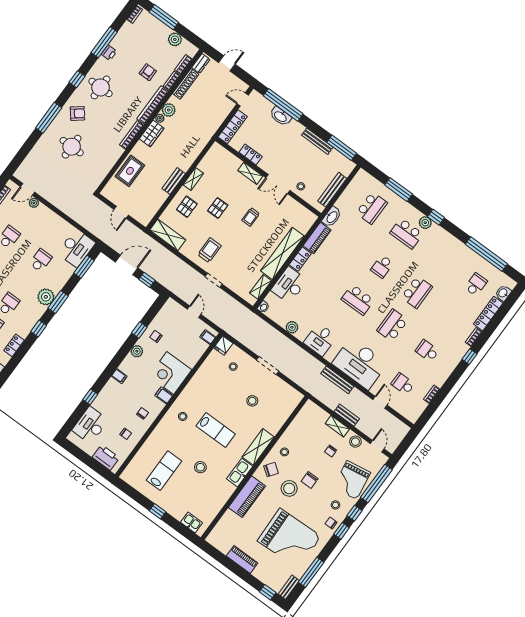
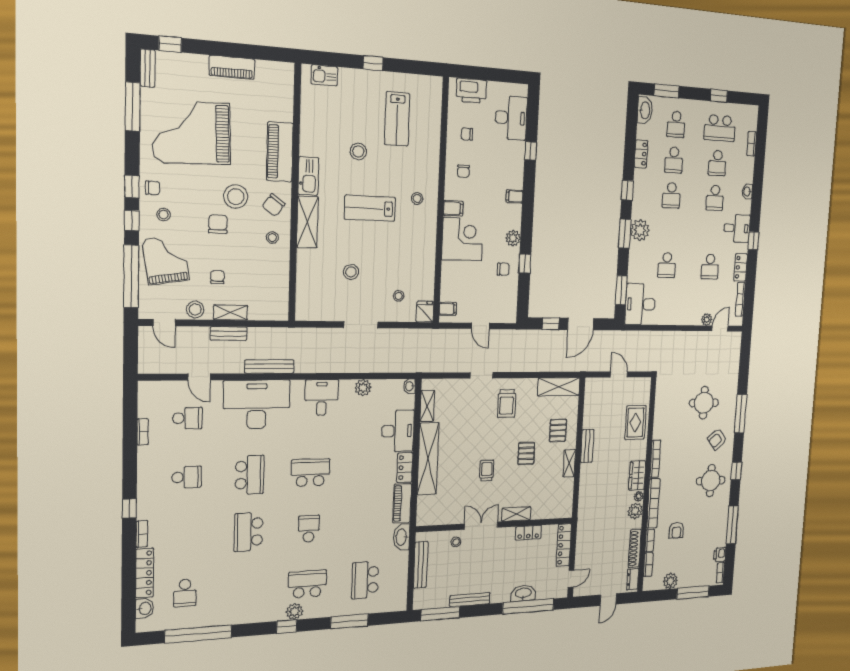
printer: (109, 53) -> (720, 555), moved

